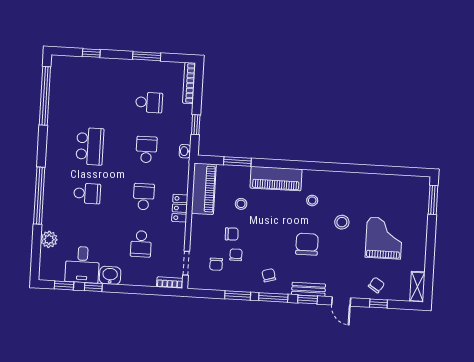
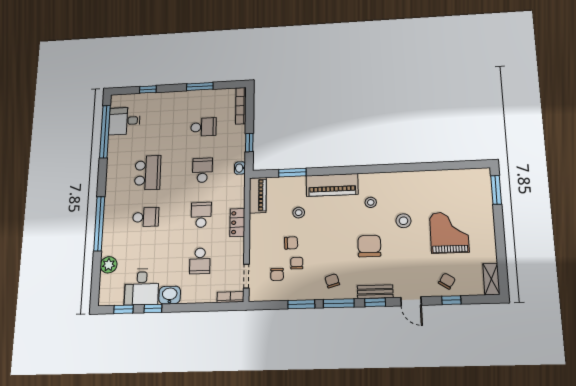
desk: (66, 86) -> (124, 121), added
piano: (204, 189) -> (258, 195), width x0.73, depth x0.75

